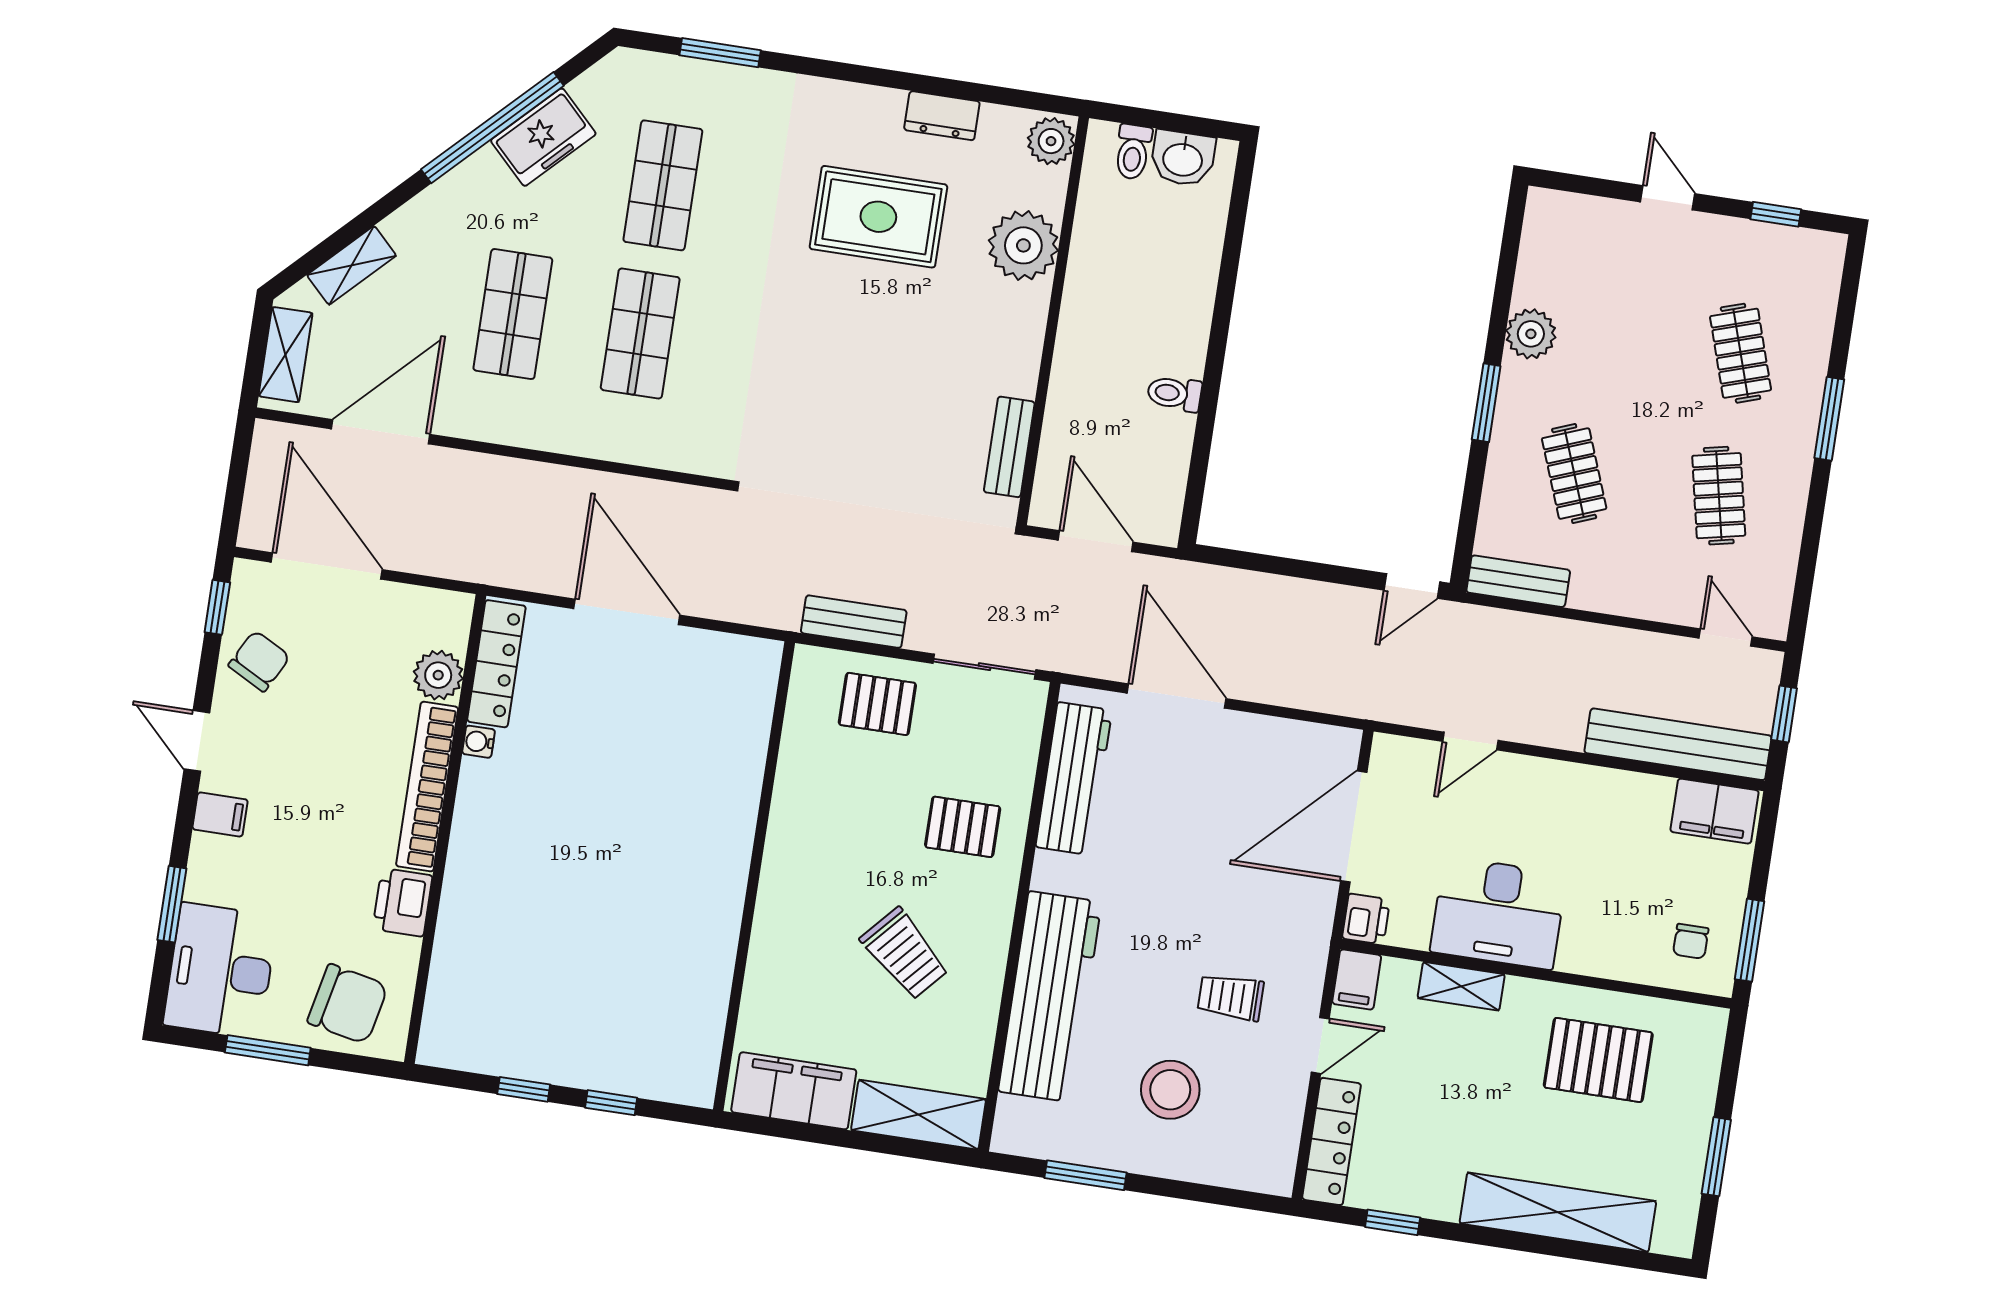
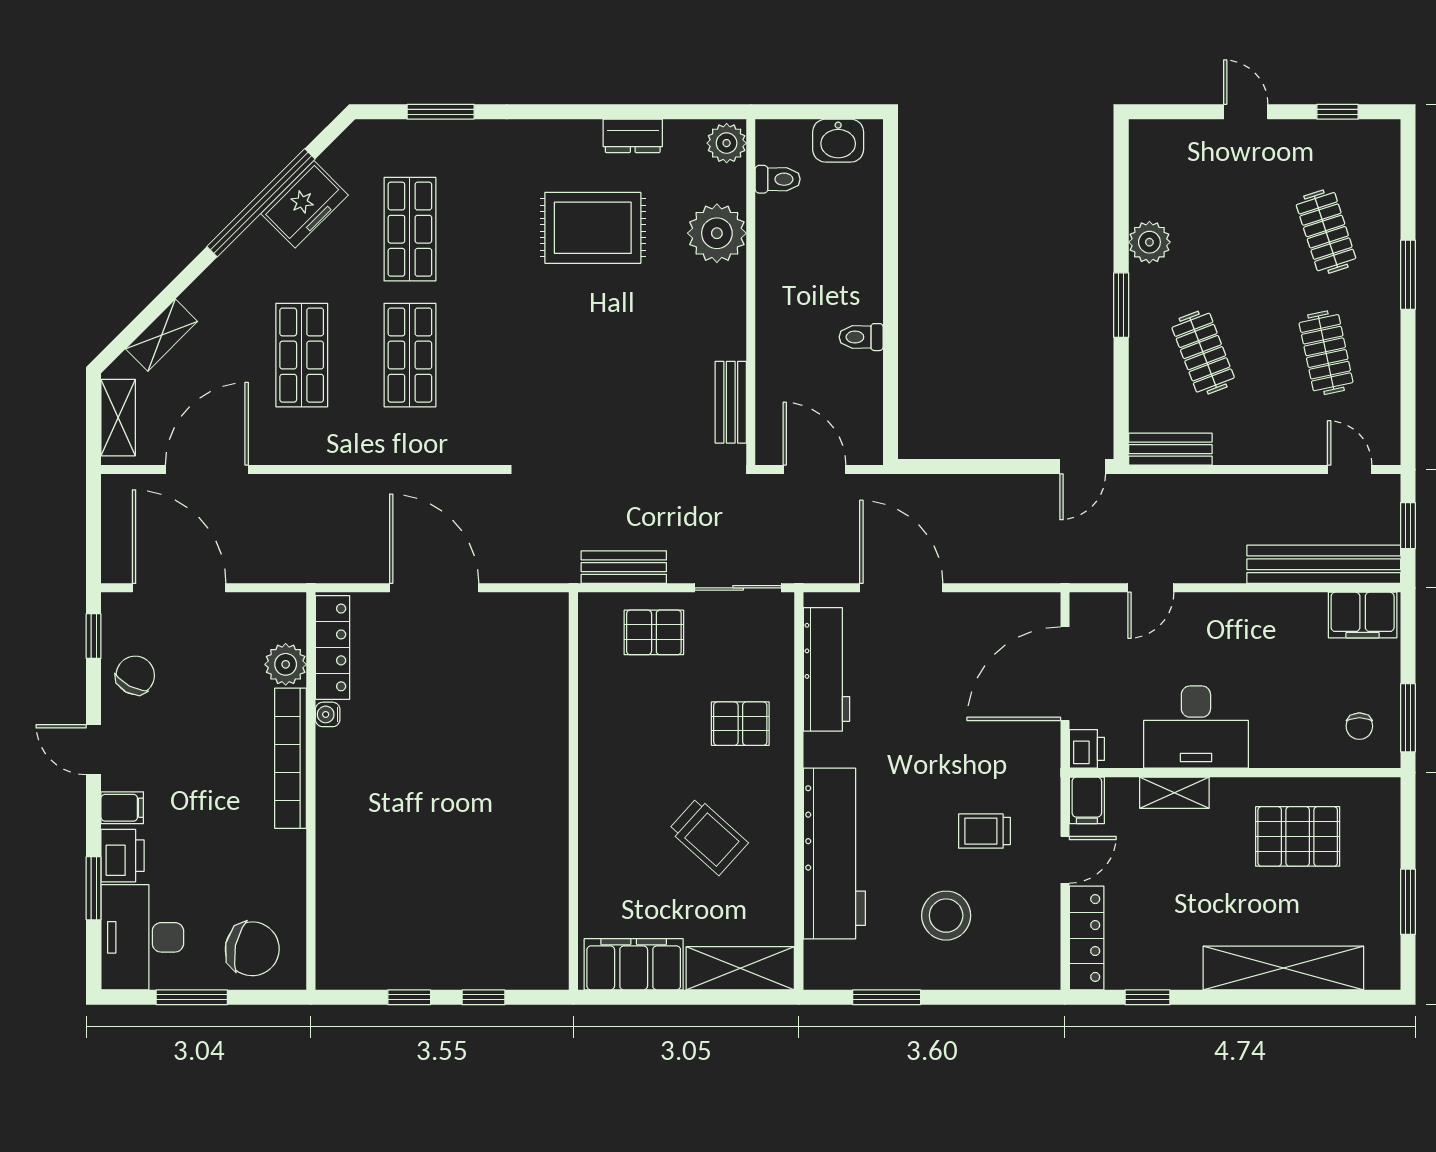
toilet: (1133, 152) -> (778, 179), moved, turned -90
printer: (403, 902) -> (123, 856), moved, turned 180

